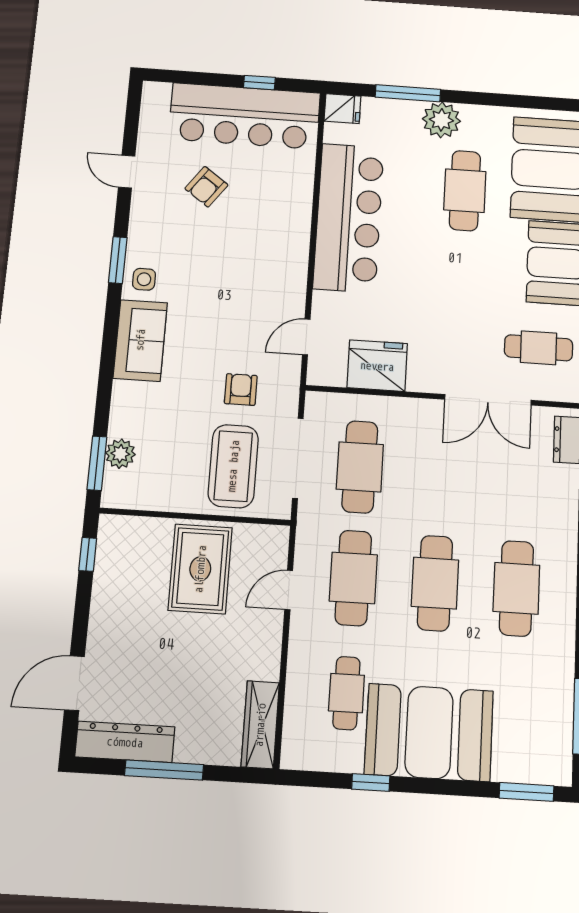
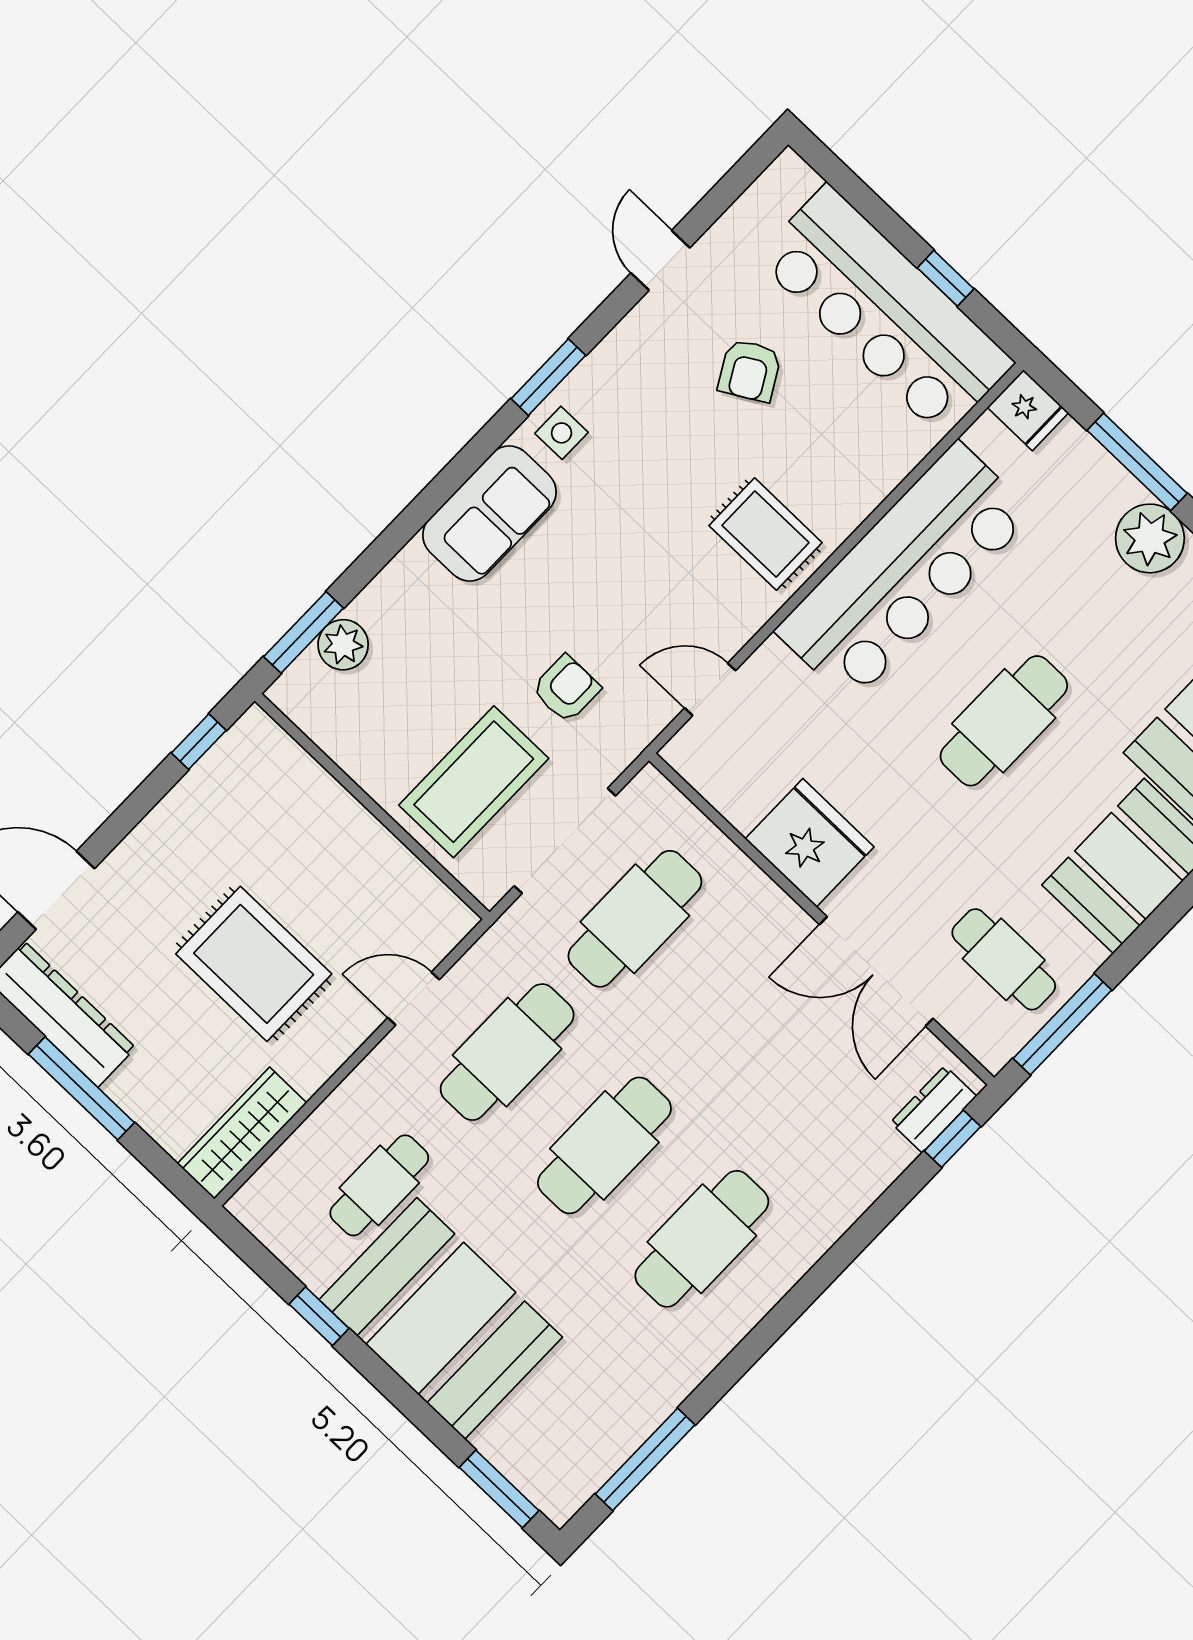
armchair: (206, 187) -> (750, 371), turned -66
cafe table: (465, 191) -> (1004, 721), moved
rug: (273, 250) -> (766, 534), added
fridge: (377, 366) -> (810, 843), moved
rug: (200, 569) -> (254, 964), moved, turned 90

